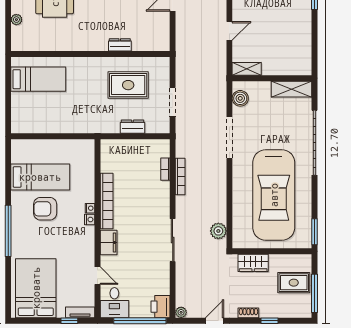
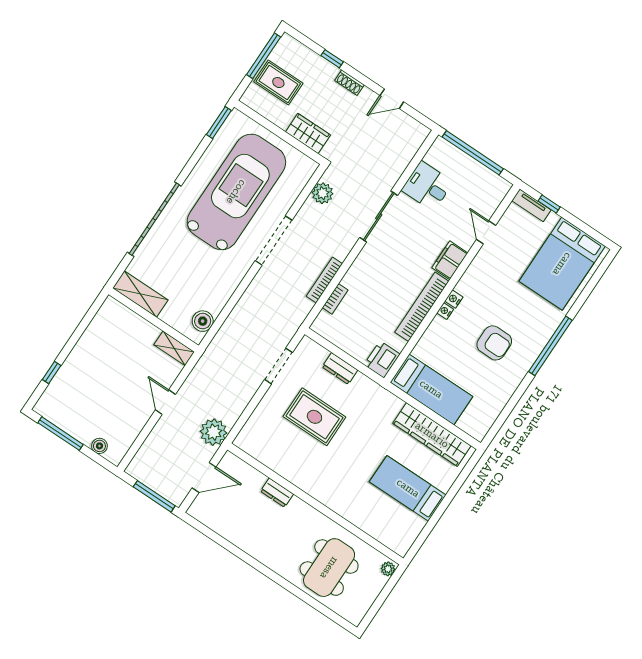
door: (229, 31) -> (165, 402), hinge flipped
dresser: (120, 45) -> (277, 493), moved
wall: (90, 54) -> (315, 504), moved
wardrobe: (46, 124) -> (432, 435), added
doorway: (229, 138) -> (274, 240), moved
bed: (40, 177) -> (431, 389), moved, turned 180
desk: (114, 303) -> (427, 186), moved, turned -90
printer: (161, 307) -> (382, 359), moved, turned 180
plant: (181, 312) -> (214, 432), moved, width x1.87, depth x1.87

